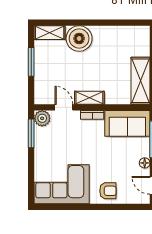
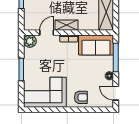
door: (64, 107) -> (47, 33), hinge flipped
window: (31, 133) -> (21, 70), moved

